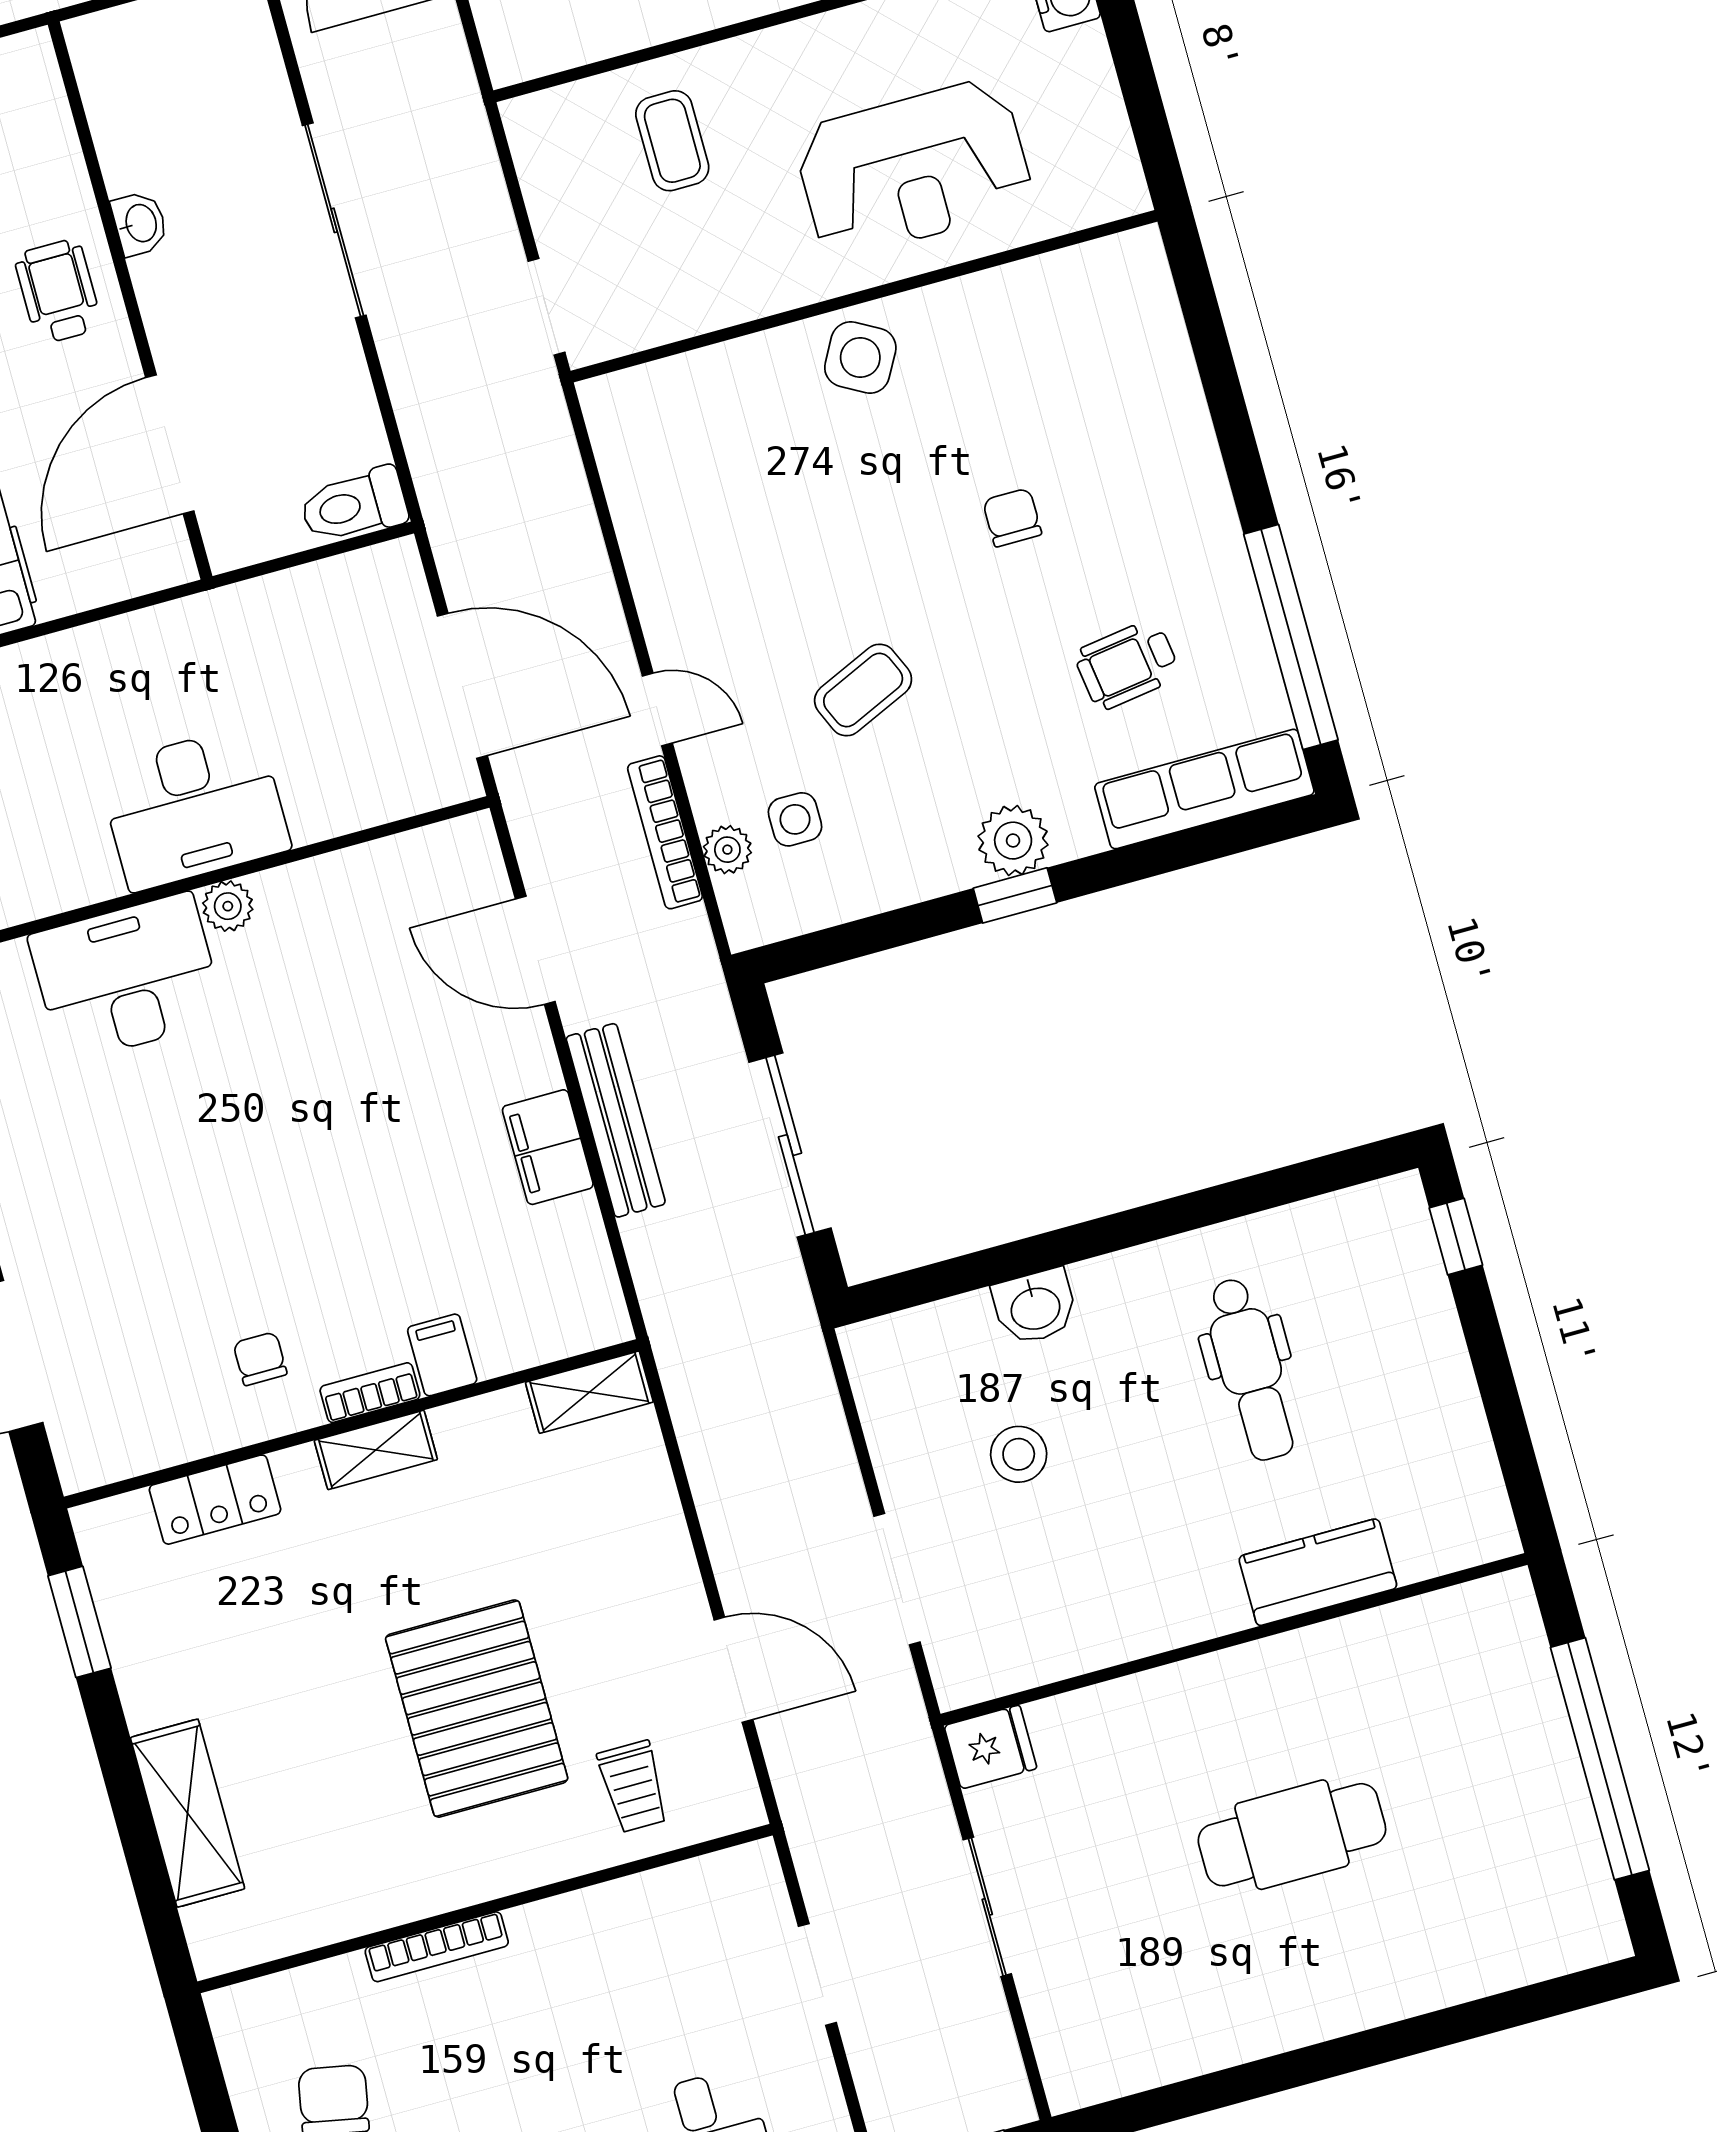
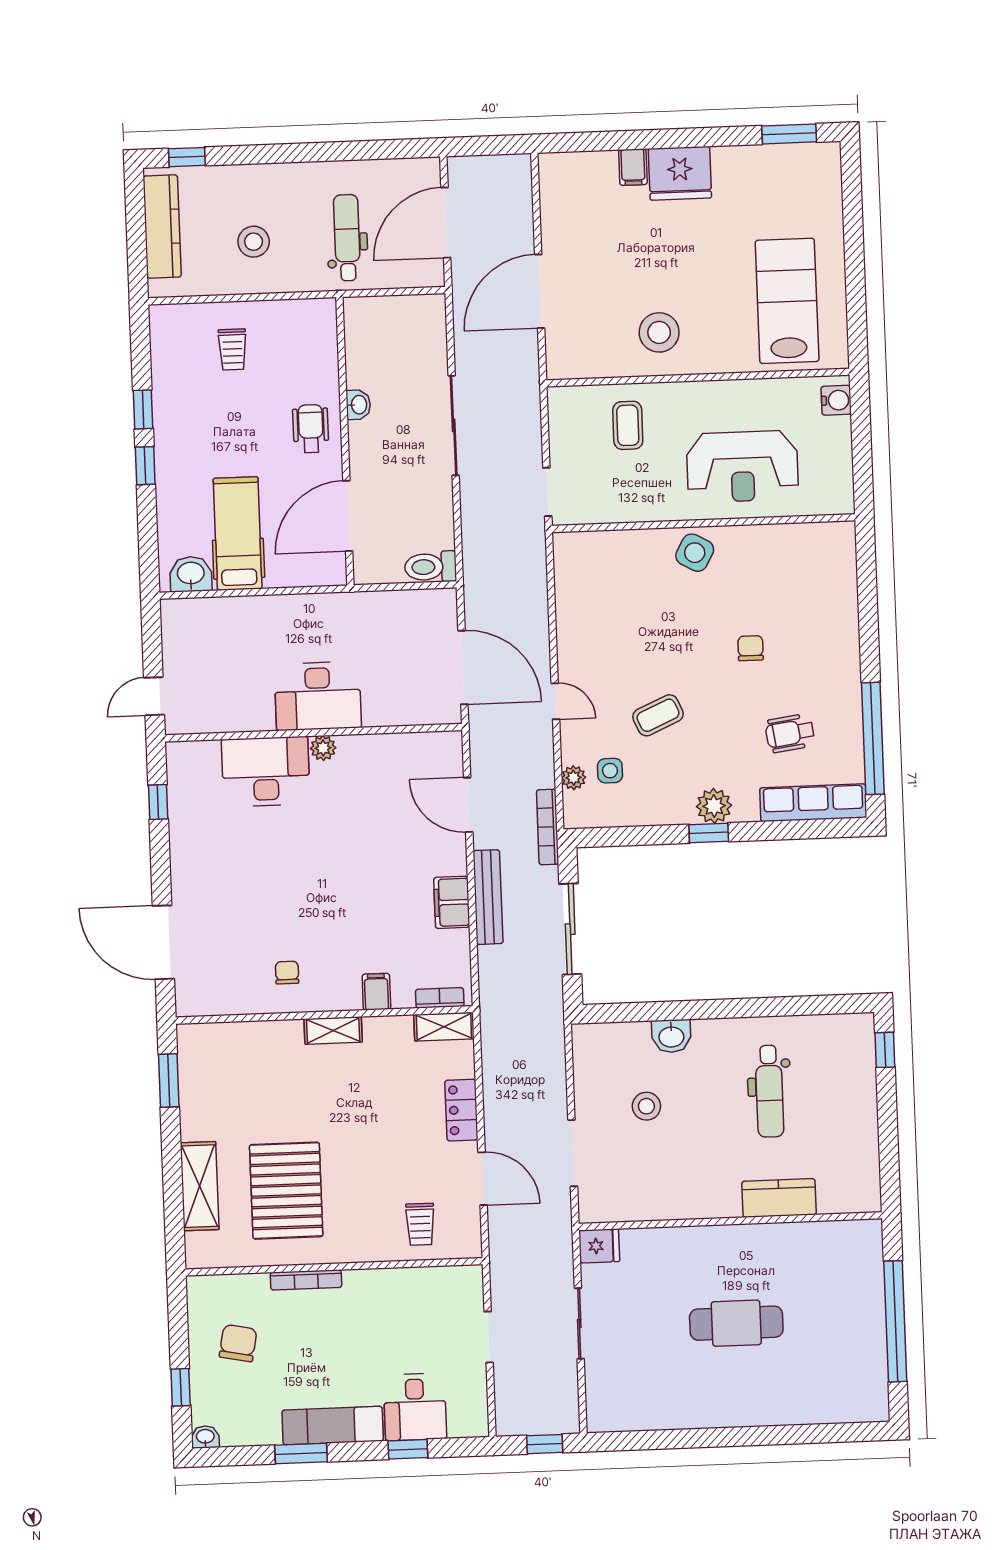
bookcase: (665, 832) -> (548, 827), moved
bookcase: (370, 1393) -> (440, 998), moved
locker: (215, 1500) -> (461, 1110), moved, turned 90
pallet: (477, 1709) -> (286, 1191), moved

